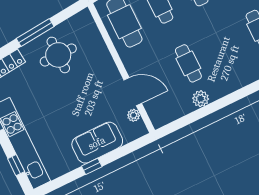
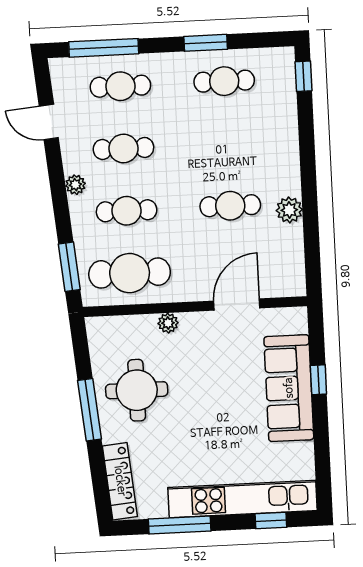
plant: (134, 115) -> (168, 323), moved
sofa: (97, 143) -> (289, 388), width x1.36
window: (92, 166) -> (318, 380), moved

